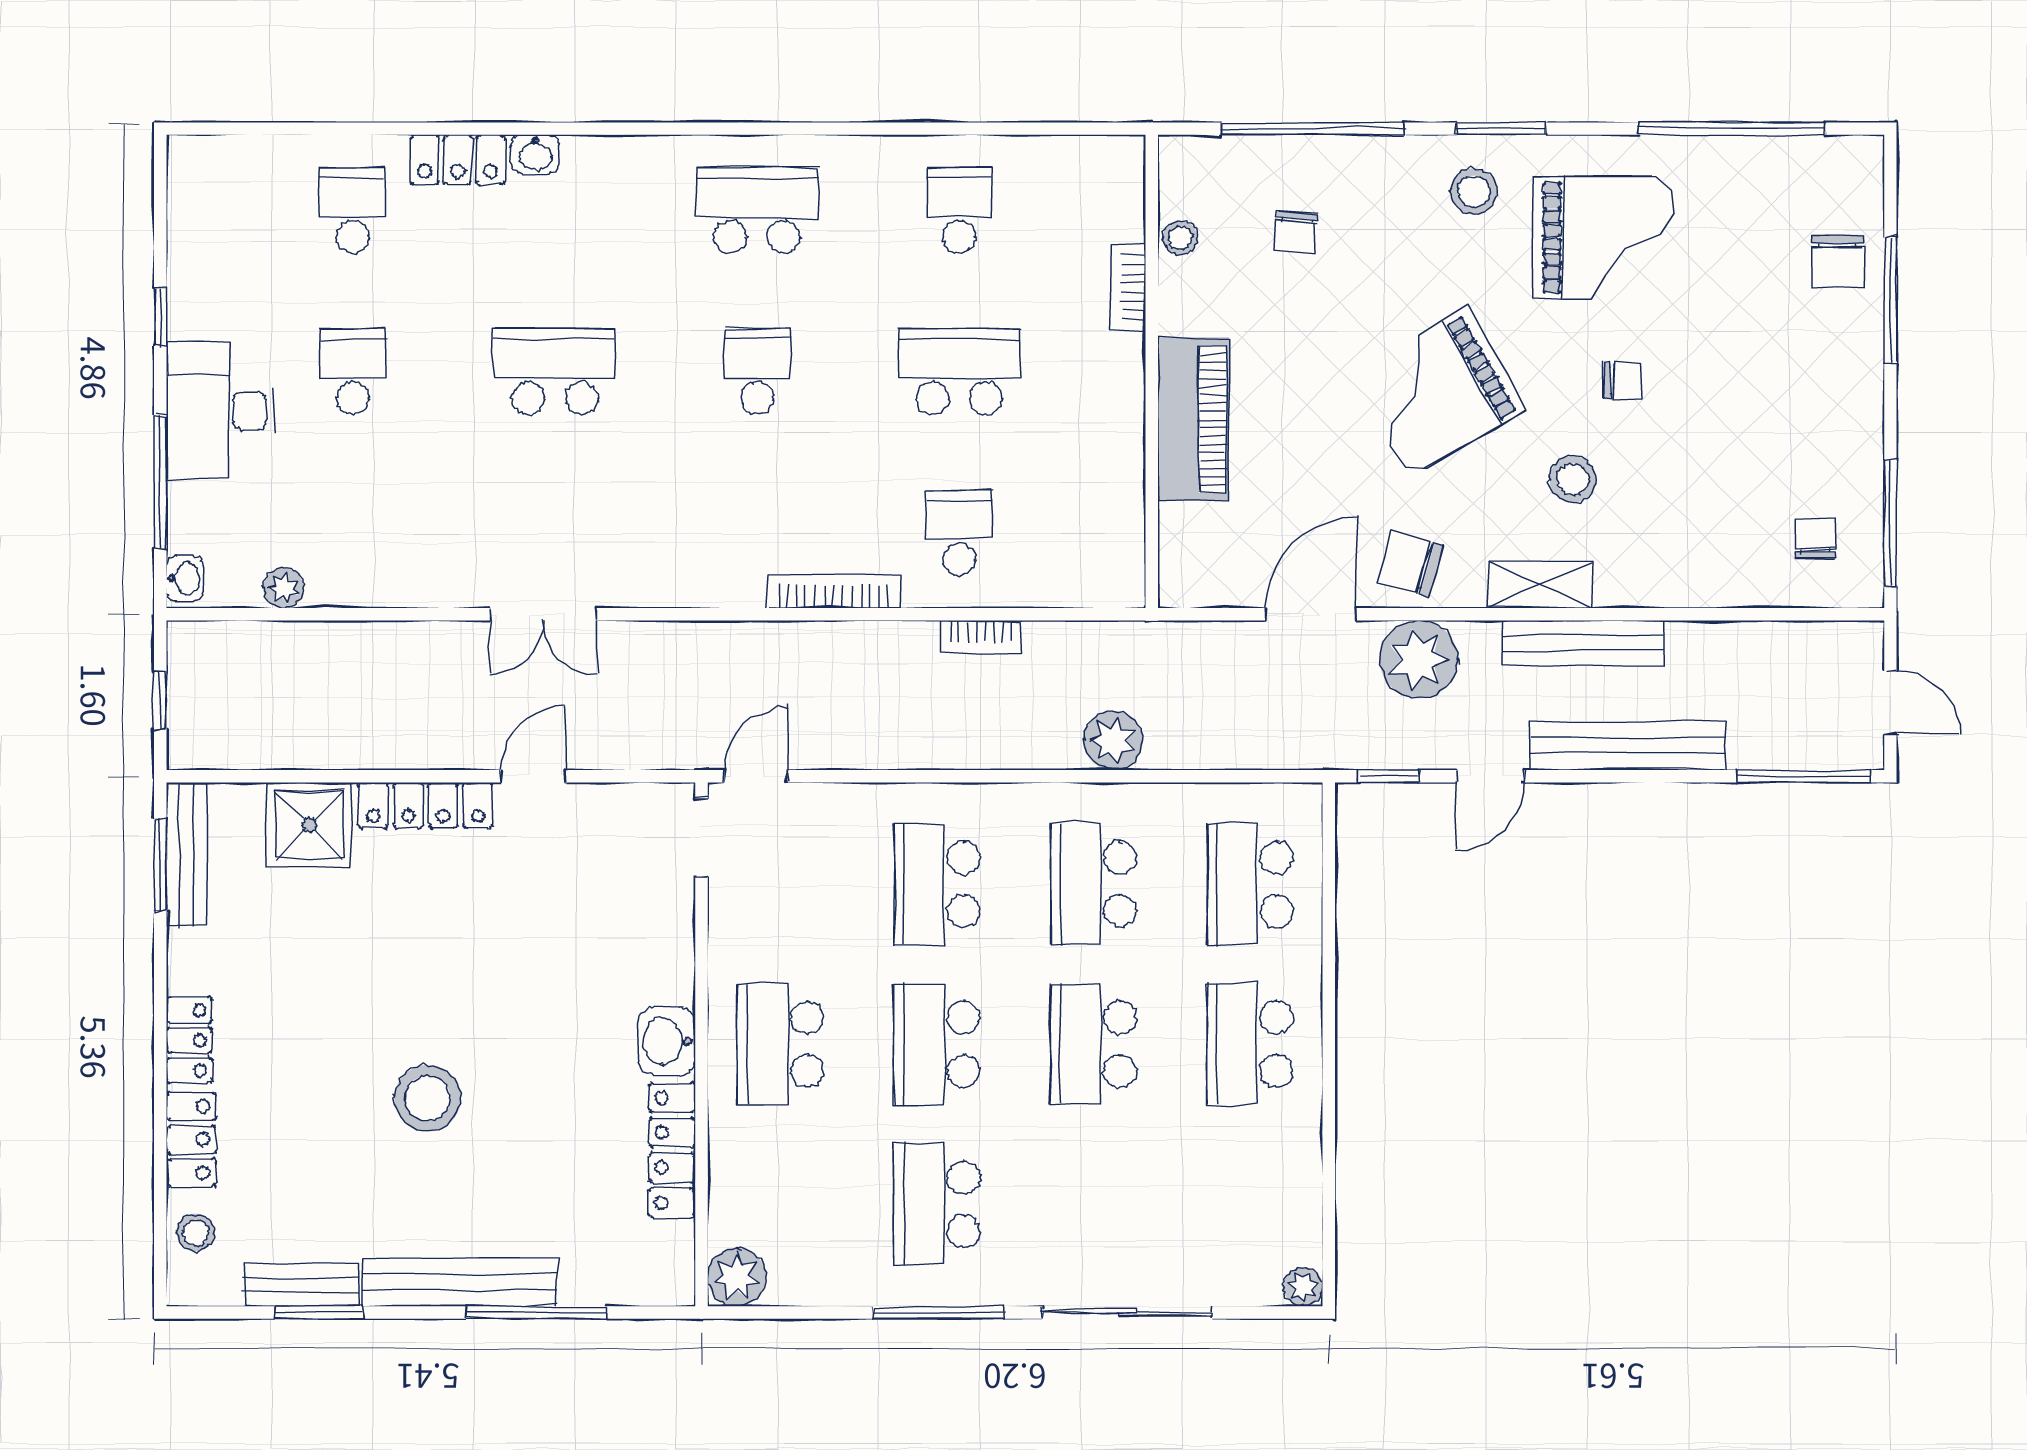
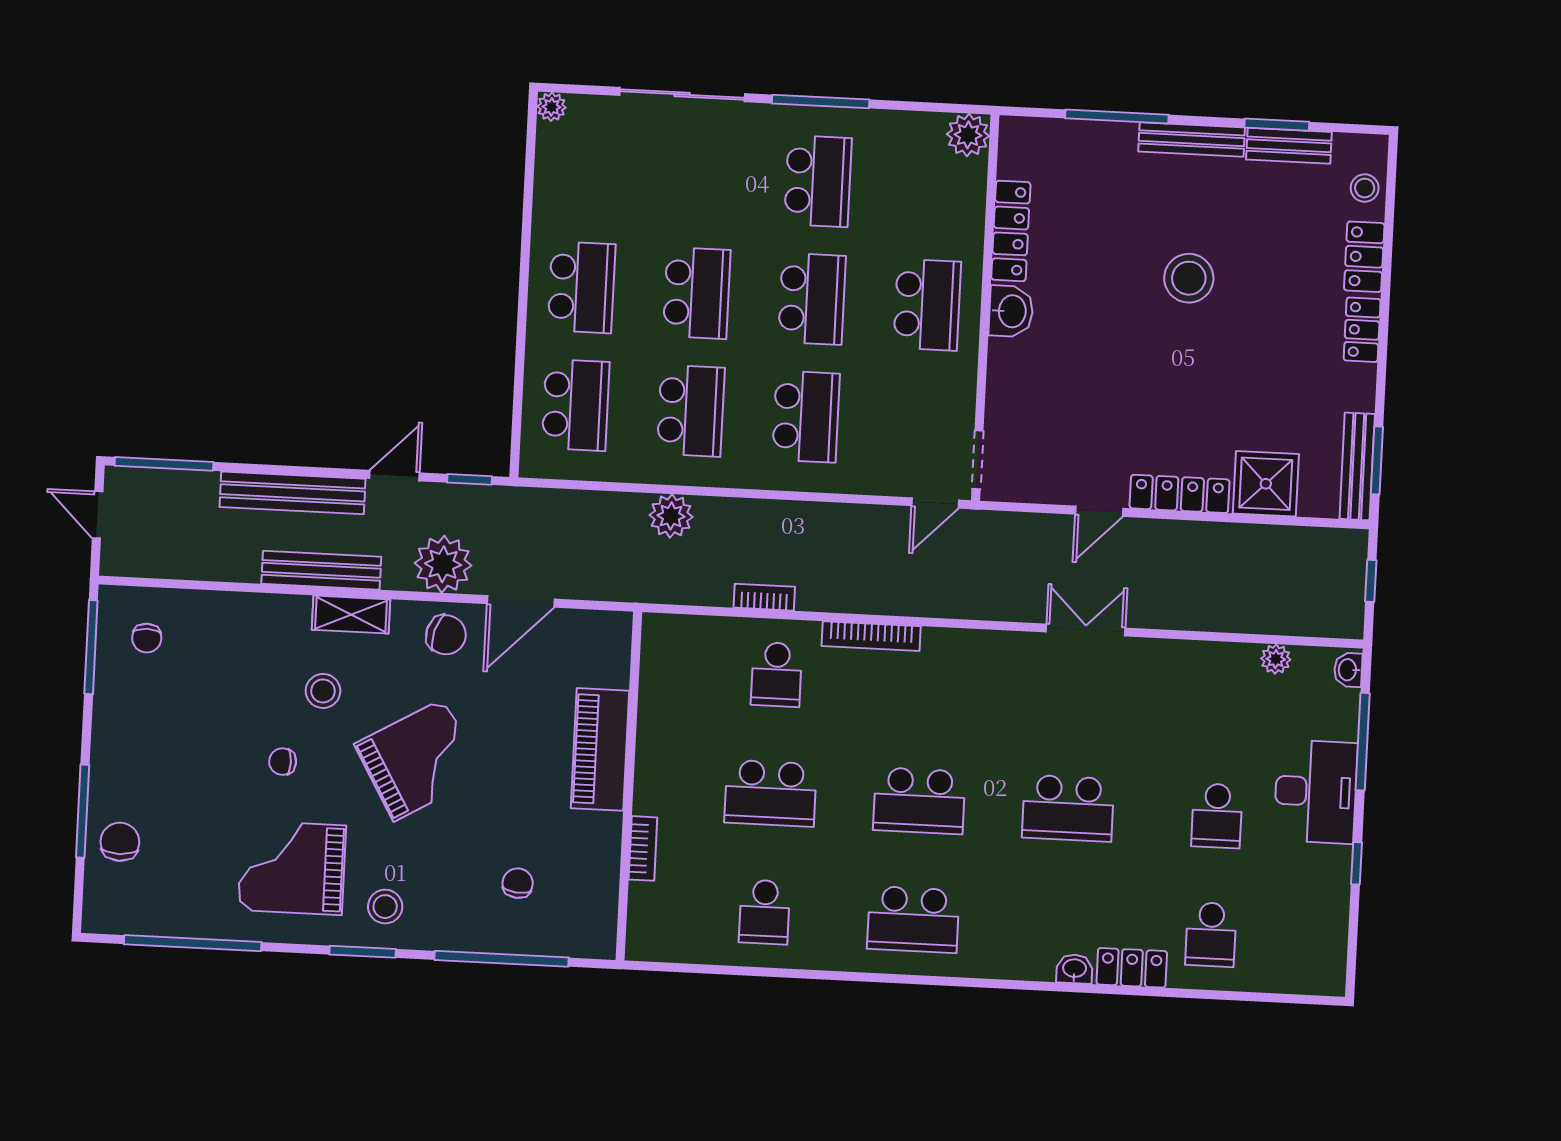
stool: (1180, 238) -> (603, 883), removed
school desk: (757, 371) -> (919, 801), width x1.85
bench: (460, 1282) -> (1192, 140), width x0.73, depth x0.82

